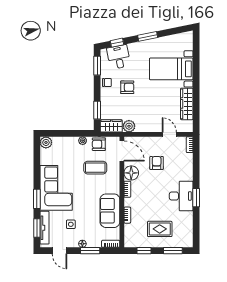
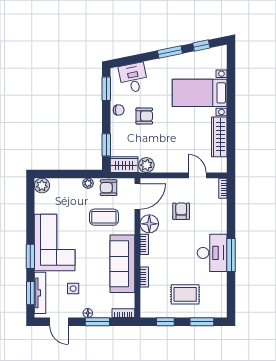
window: (117, 43) -> (201, 46), moved
door: (122, 151) -> (137, 196), hinge flipped
window: (196, 198) -> (231, 255), width x1.44
sofa: (110, 211) -> (122, 264), width x1.36

